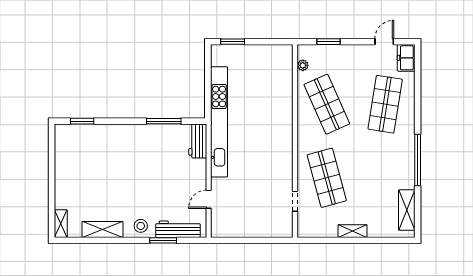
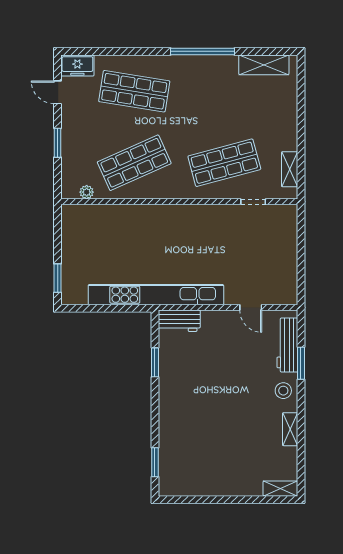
window: (329, 42) -> (58, 143), moved
window: (164, 121) -> (155, 362), width x0.69
shelving: (102, 229) -> (290, 429), width x0.67, depth x0.75
shelving: (352, 231) -> (290, 169), moved

